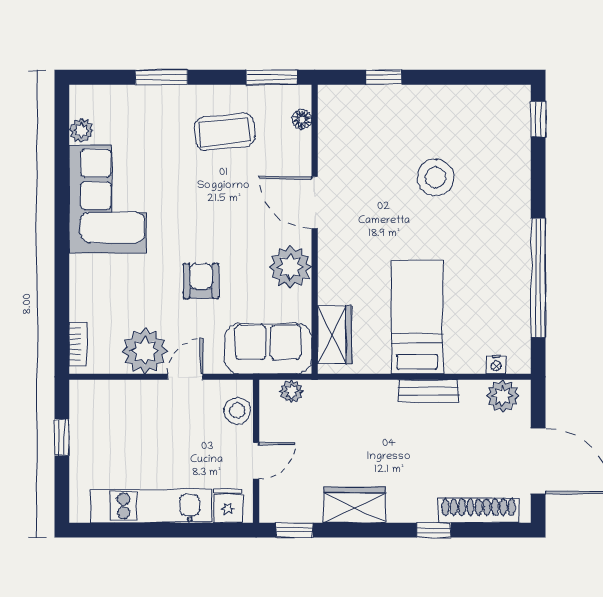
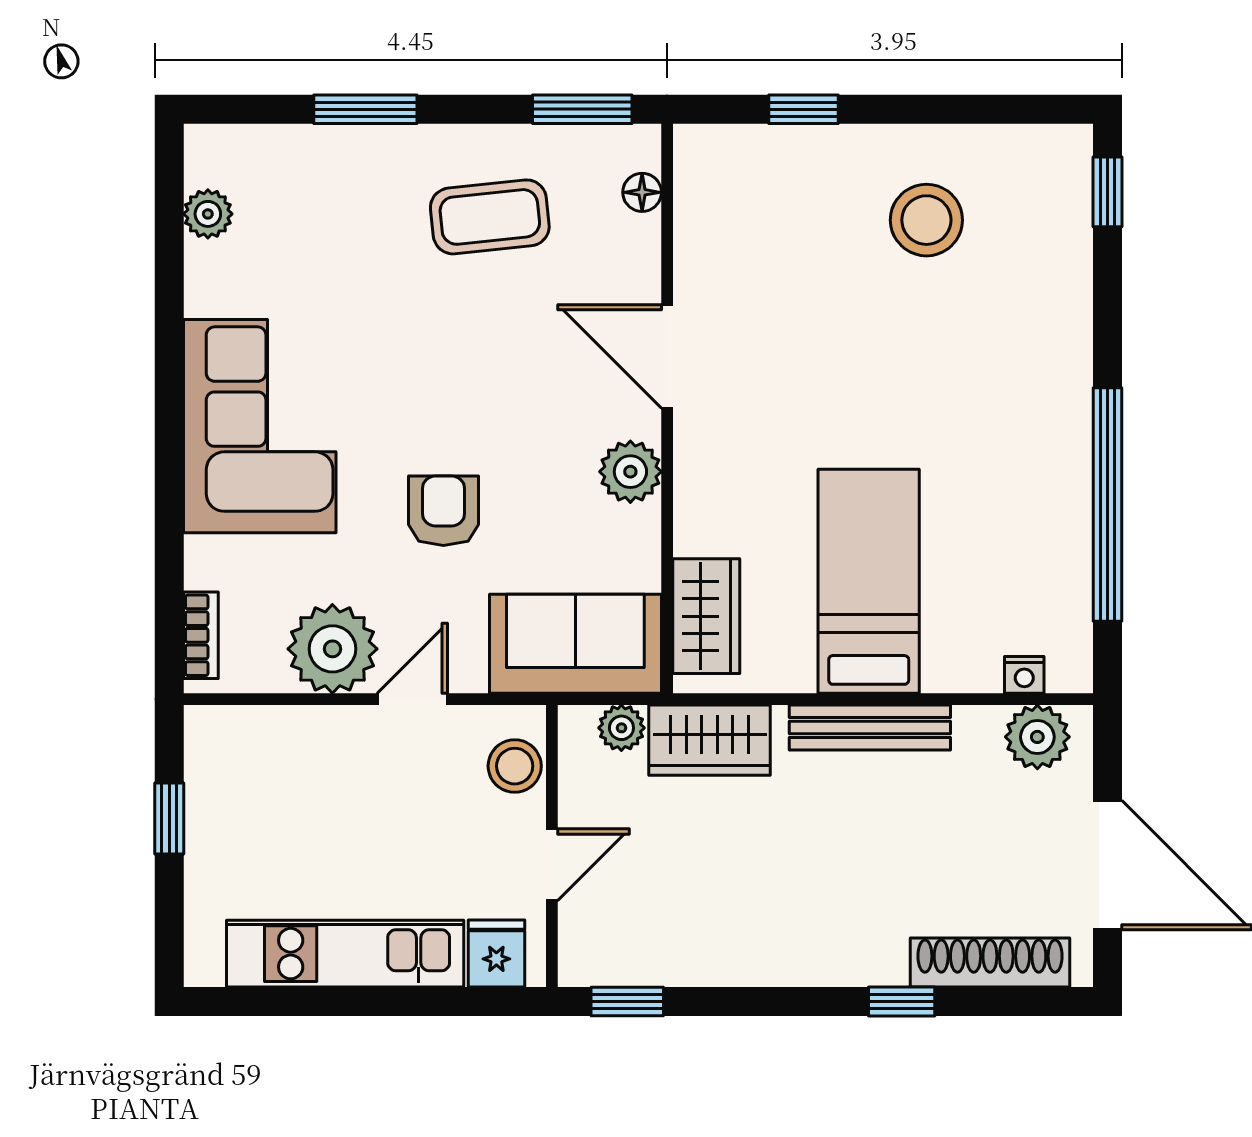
stool: (436, 177) -> (926, 220), moved
corner sofa: (108, 199) -> (260, 426), moved
plant: (290, 267) -> (630, 472), width x0.73, depth x0.73
bench: (428, 391) -> (870, 727), width x1.36
wardrobe: (355, 505) -> (710, 740), moved, turned 180

